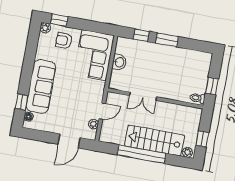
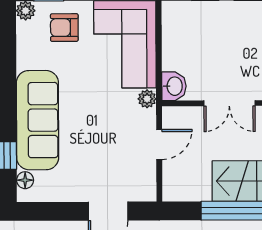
washbasin: (119, 62) -> (174, 86), moved
plant: (93, 124) -> (147, 99), moved

